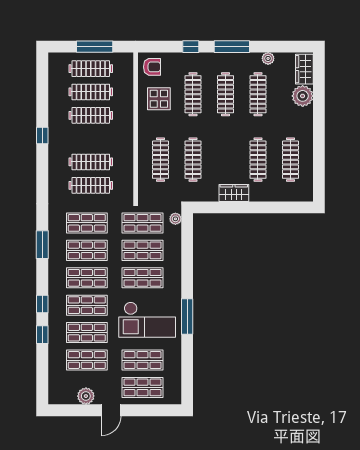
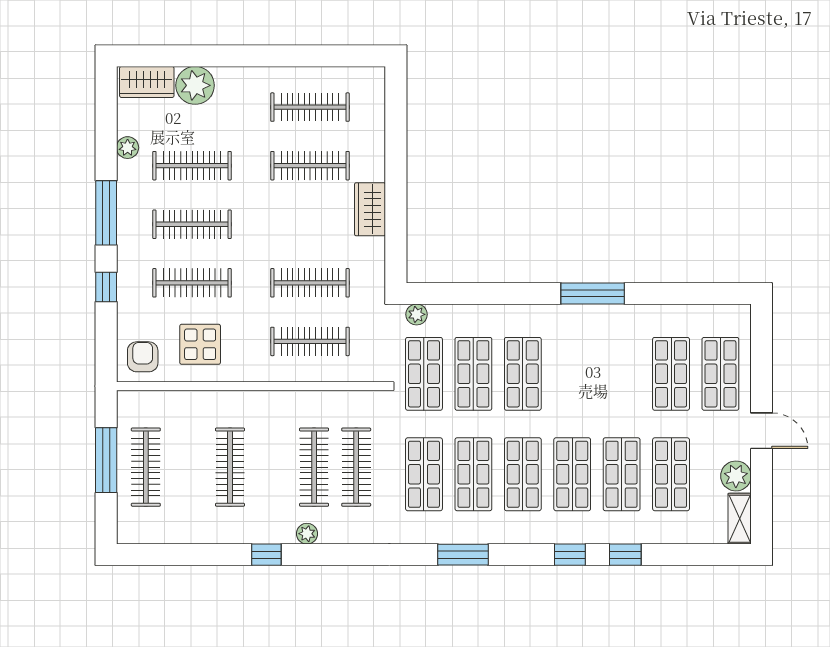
clothes rail: (91, 92) -> (188, 467), removed
plant: (54, 158) -> (307, 534), added
checkout: (147, 320) -> (598, 366), removed
shelving: (62, 398) -> (740, 519), added

